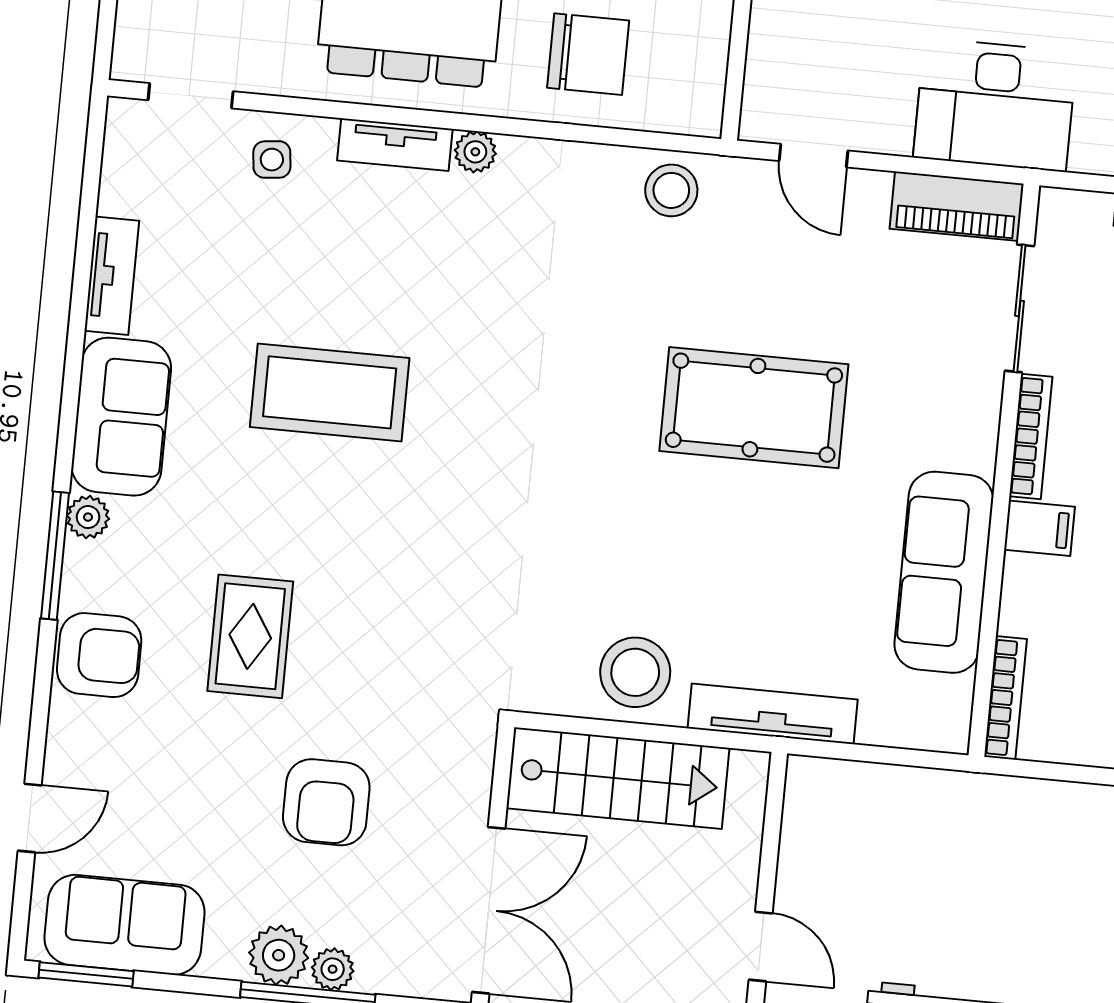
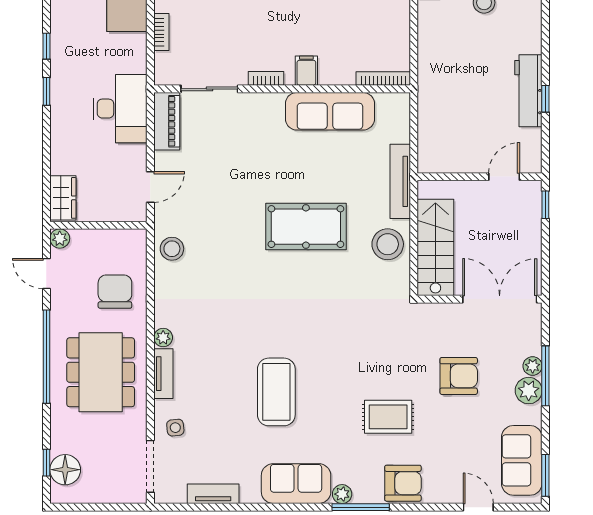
doorway: (191, 96) -> (150, 466), width x1.38
tv unit: (112, 276) -> (213, 494), moved
pool table: (754, 408) -> (306, 227), moved, turned 90
bookcase: (1031, 436) -> (266, 78), width x0.64
armchair: (99, 655) -> (403, 483), turned 90

